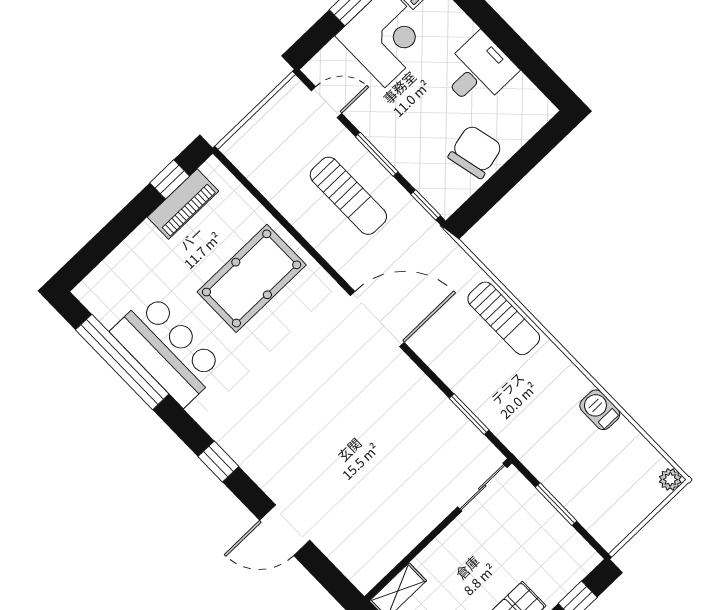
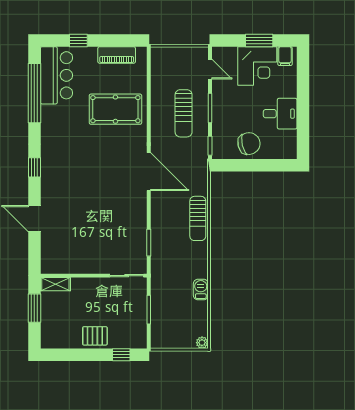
window: (170, 179) -> (78, 40), moved
bar counter: (168, 350) -> (57, 75), moved

